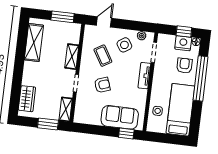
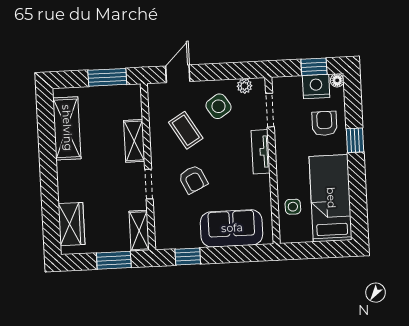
window: (200, 78) -> (355, 140), width x0.32
armchair: (102, 85) -> (193, 179), turned 83
window: (126, 133) -> (188, 256), moved

